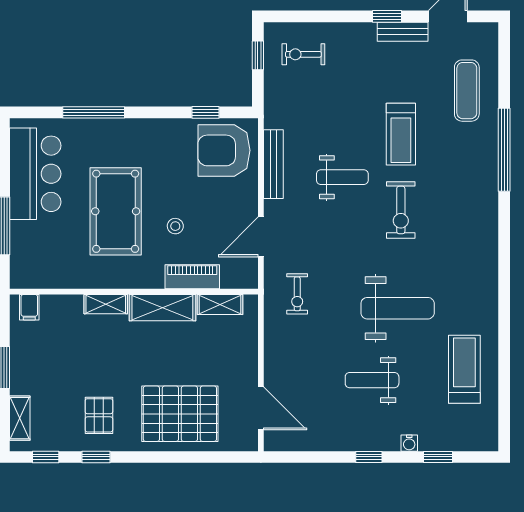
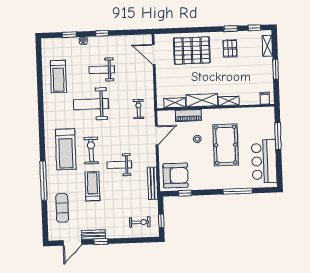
bench: (273, 164) -> (153, 183), moved
treadmill: (455, 214) -> (66, 149), added
weight bench: (372, 380) -> (102, 70), turned 180

